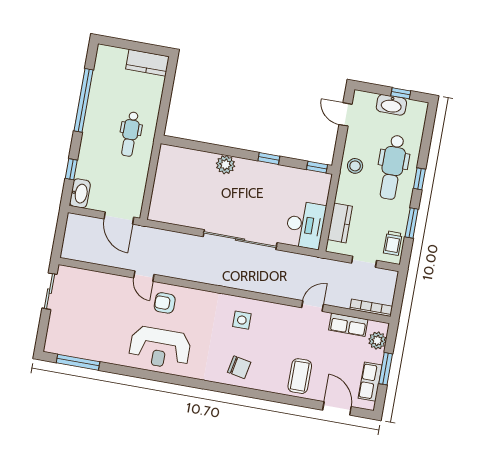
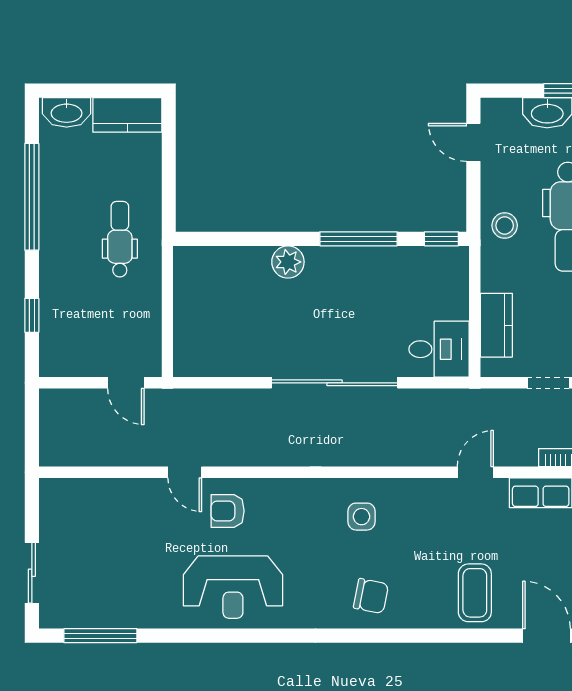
dental chair: (130, 134) -> (120, 239), turned 180
window: (269, 159) -> (359, 239), width x2.17
washbasin: (80, 193) -> (67, 112), moved, turned 90
door: (119, 218) -> (126, 383), width x0.73
desk: (305, 225) -> (439, 349), width x0.73
sliding door: (50, 291) -> (32, 573), moved

